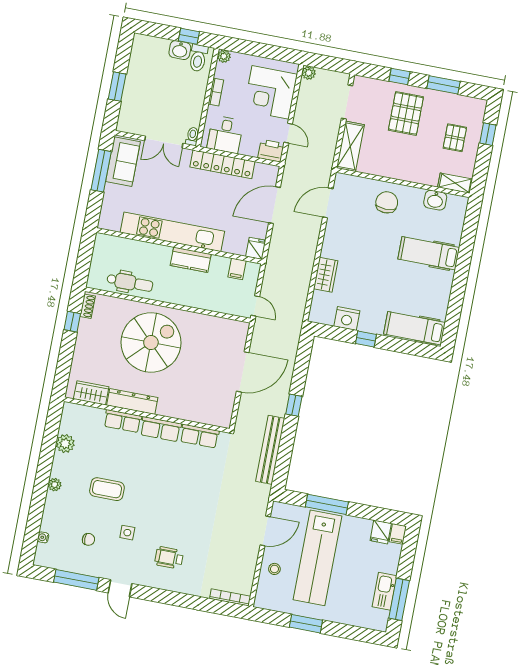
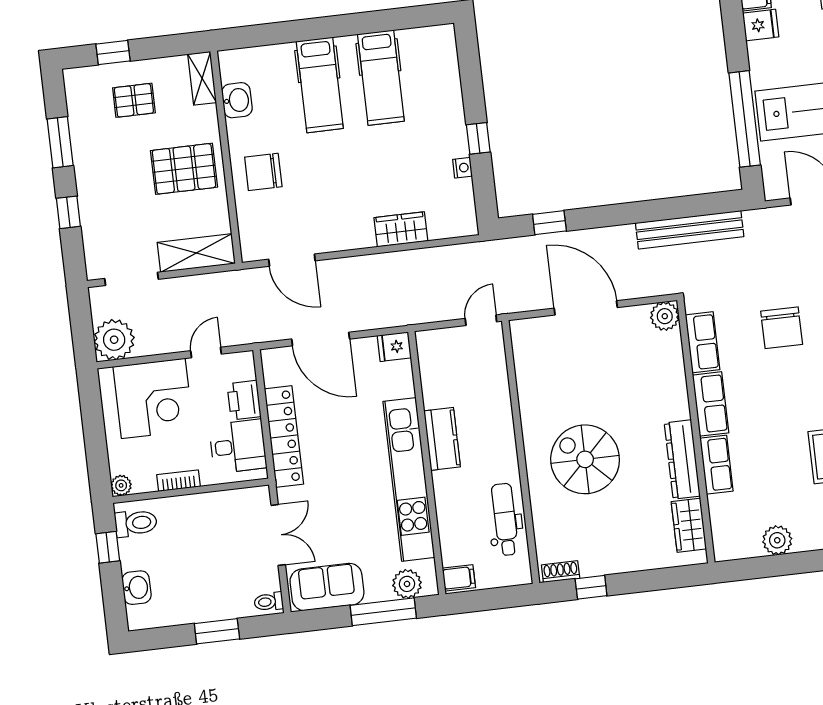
washbasin: (180, 50) -> (137, 588), moved
plant: (309, 73) -> (114, 340), width x1.88, depth x1.88
pallet: (406, 113) -> (184, 169), moved
toilet: (192, 136) -> (269, 602), moved
printer: (271, 151) -> (244, 400), moved
window: (101, 171) -> (383, 612), moved
plant: (109, 211) -> (407, 584), added
filing cabinet: (237, 269) -> (459, 578), moved
nightstand: (347, 319) -> (462, 168), width x0.53, depth x0.56
hospital bed: (414, 328) -> (381, 78), moved
spiral stairs: (151, 343) -> (585, 459), width x0.73, depth x0.73
window: (294, 405) -> (549, 223), moved
plant: (223, 418) -> (665, 316), added
chair: (193, 487) -> (782, 328), added
window: (327, 504) -> (745, 119), width x1.46

